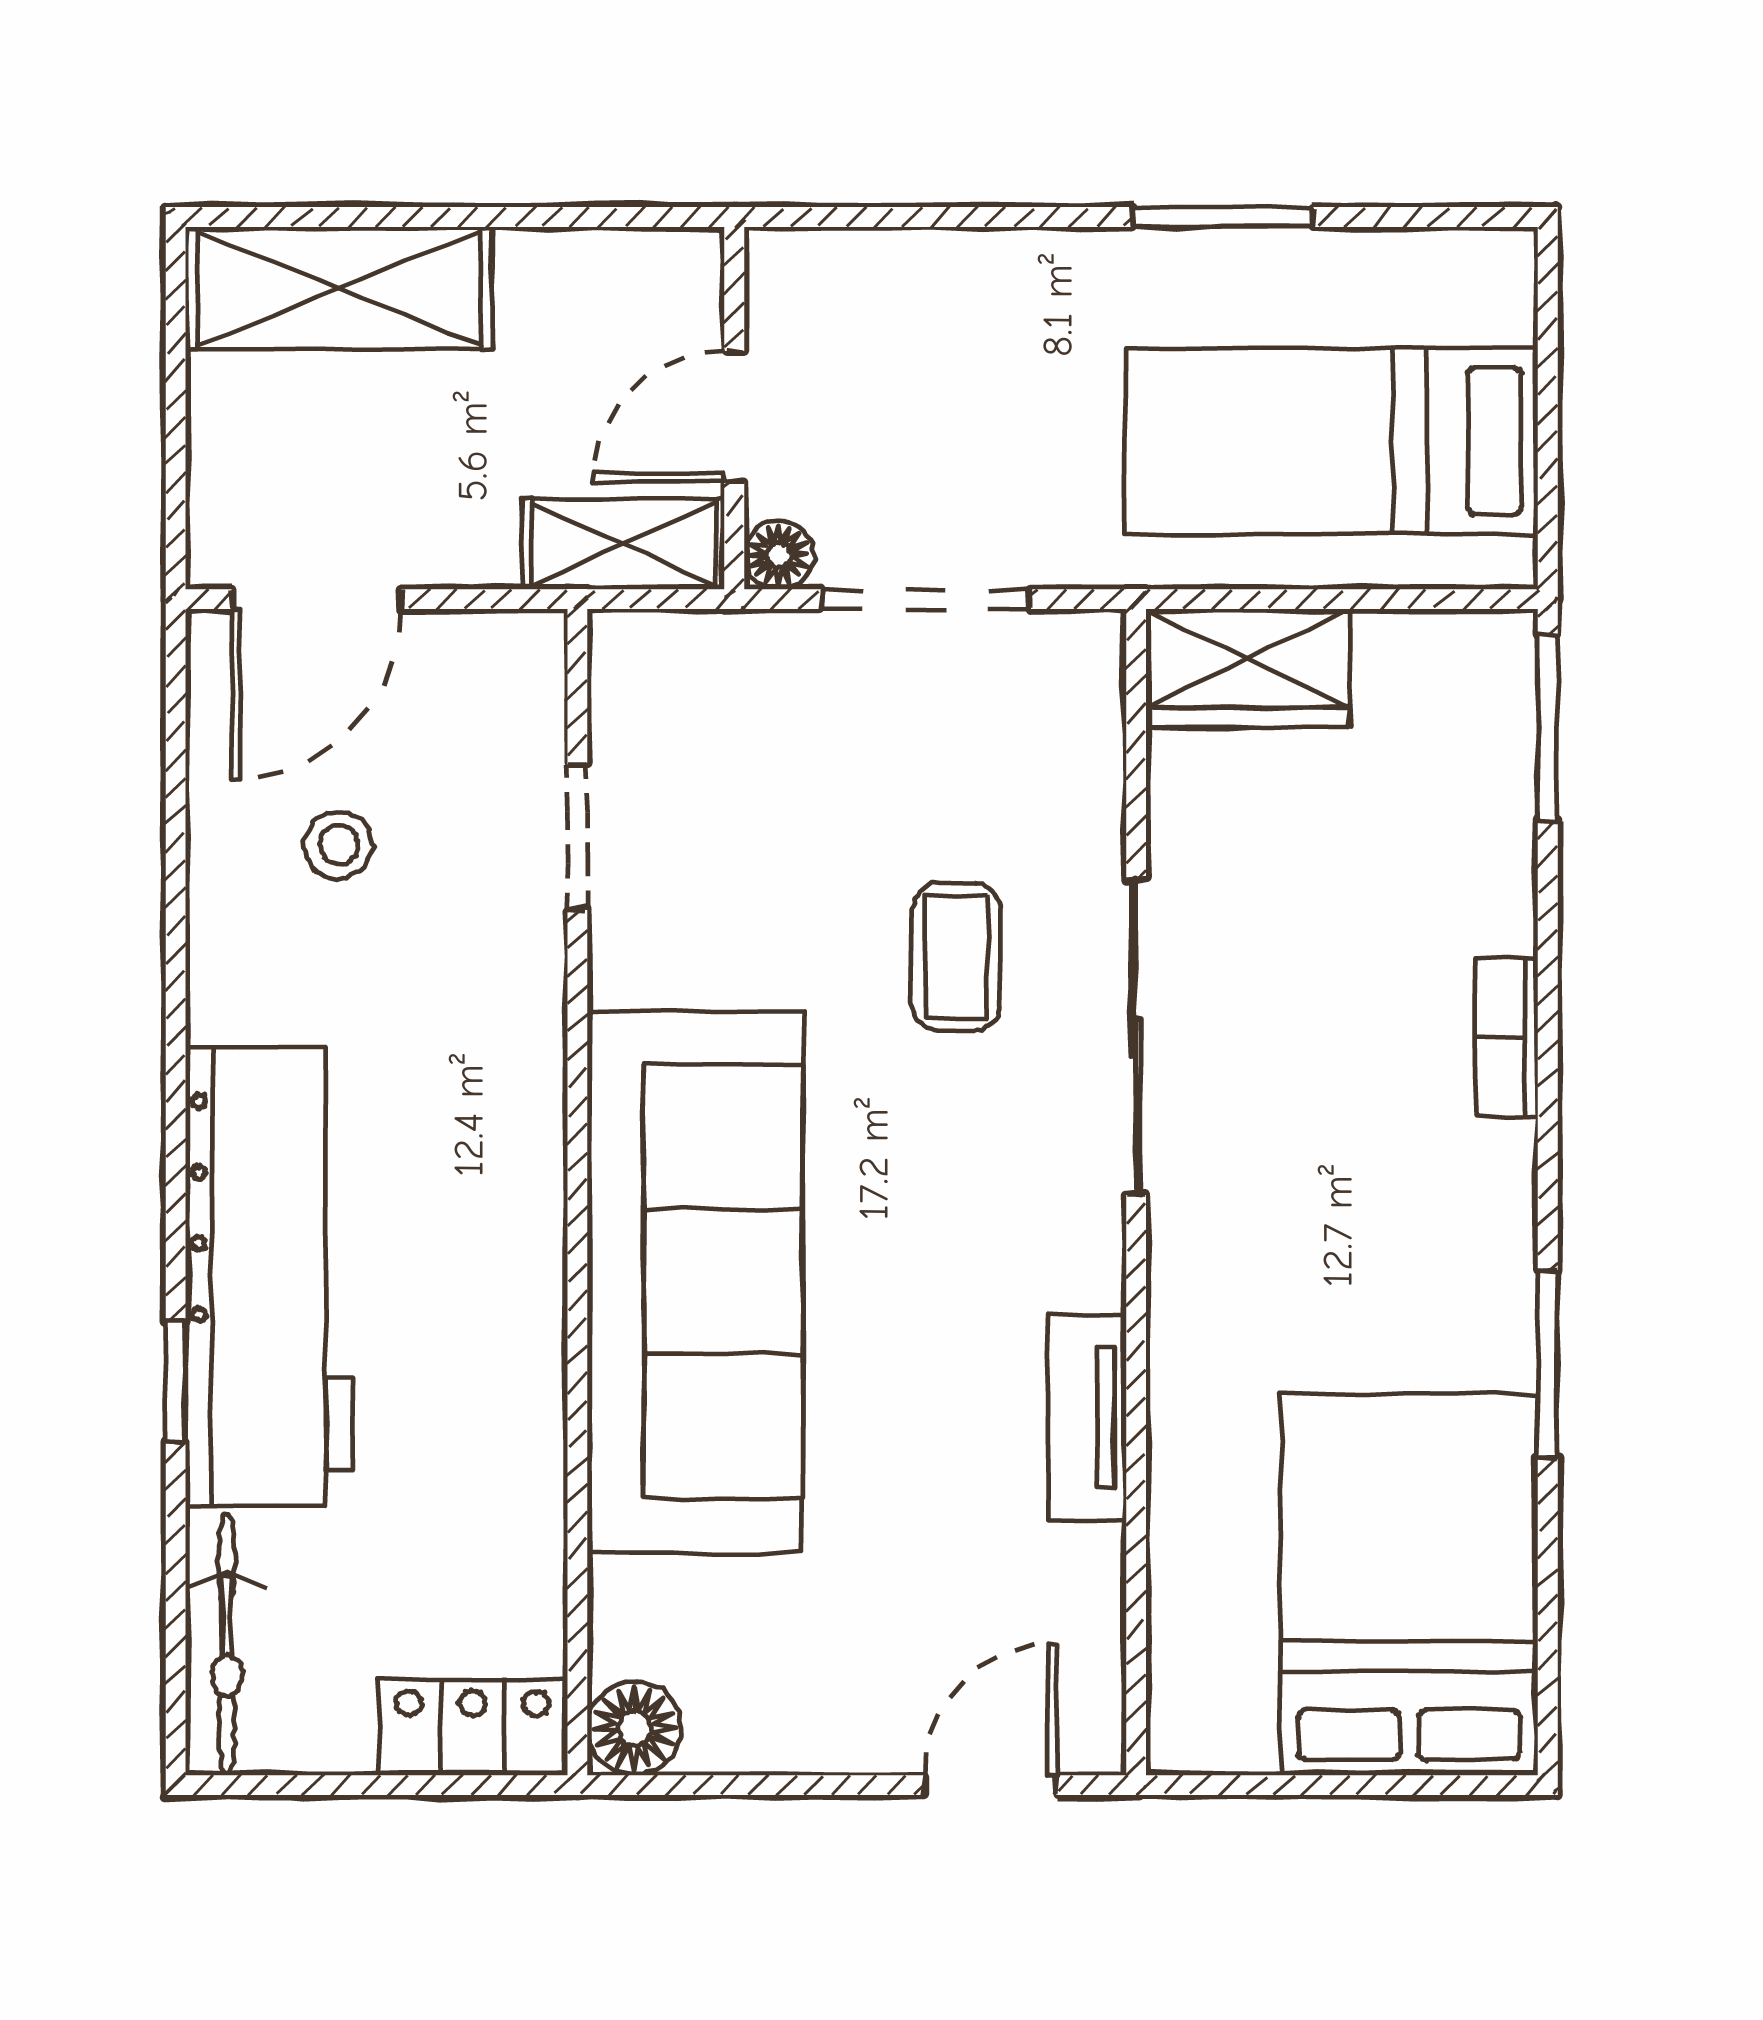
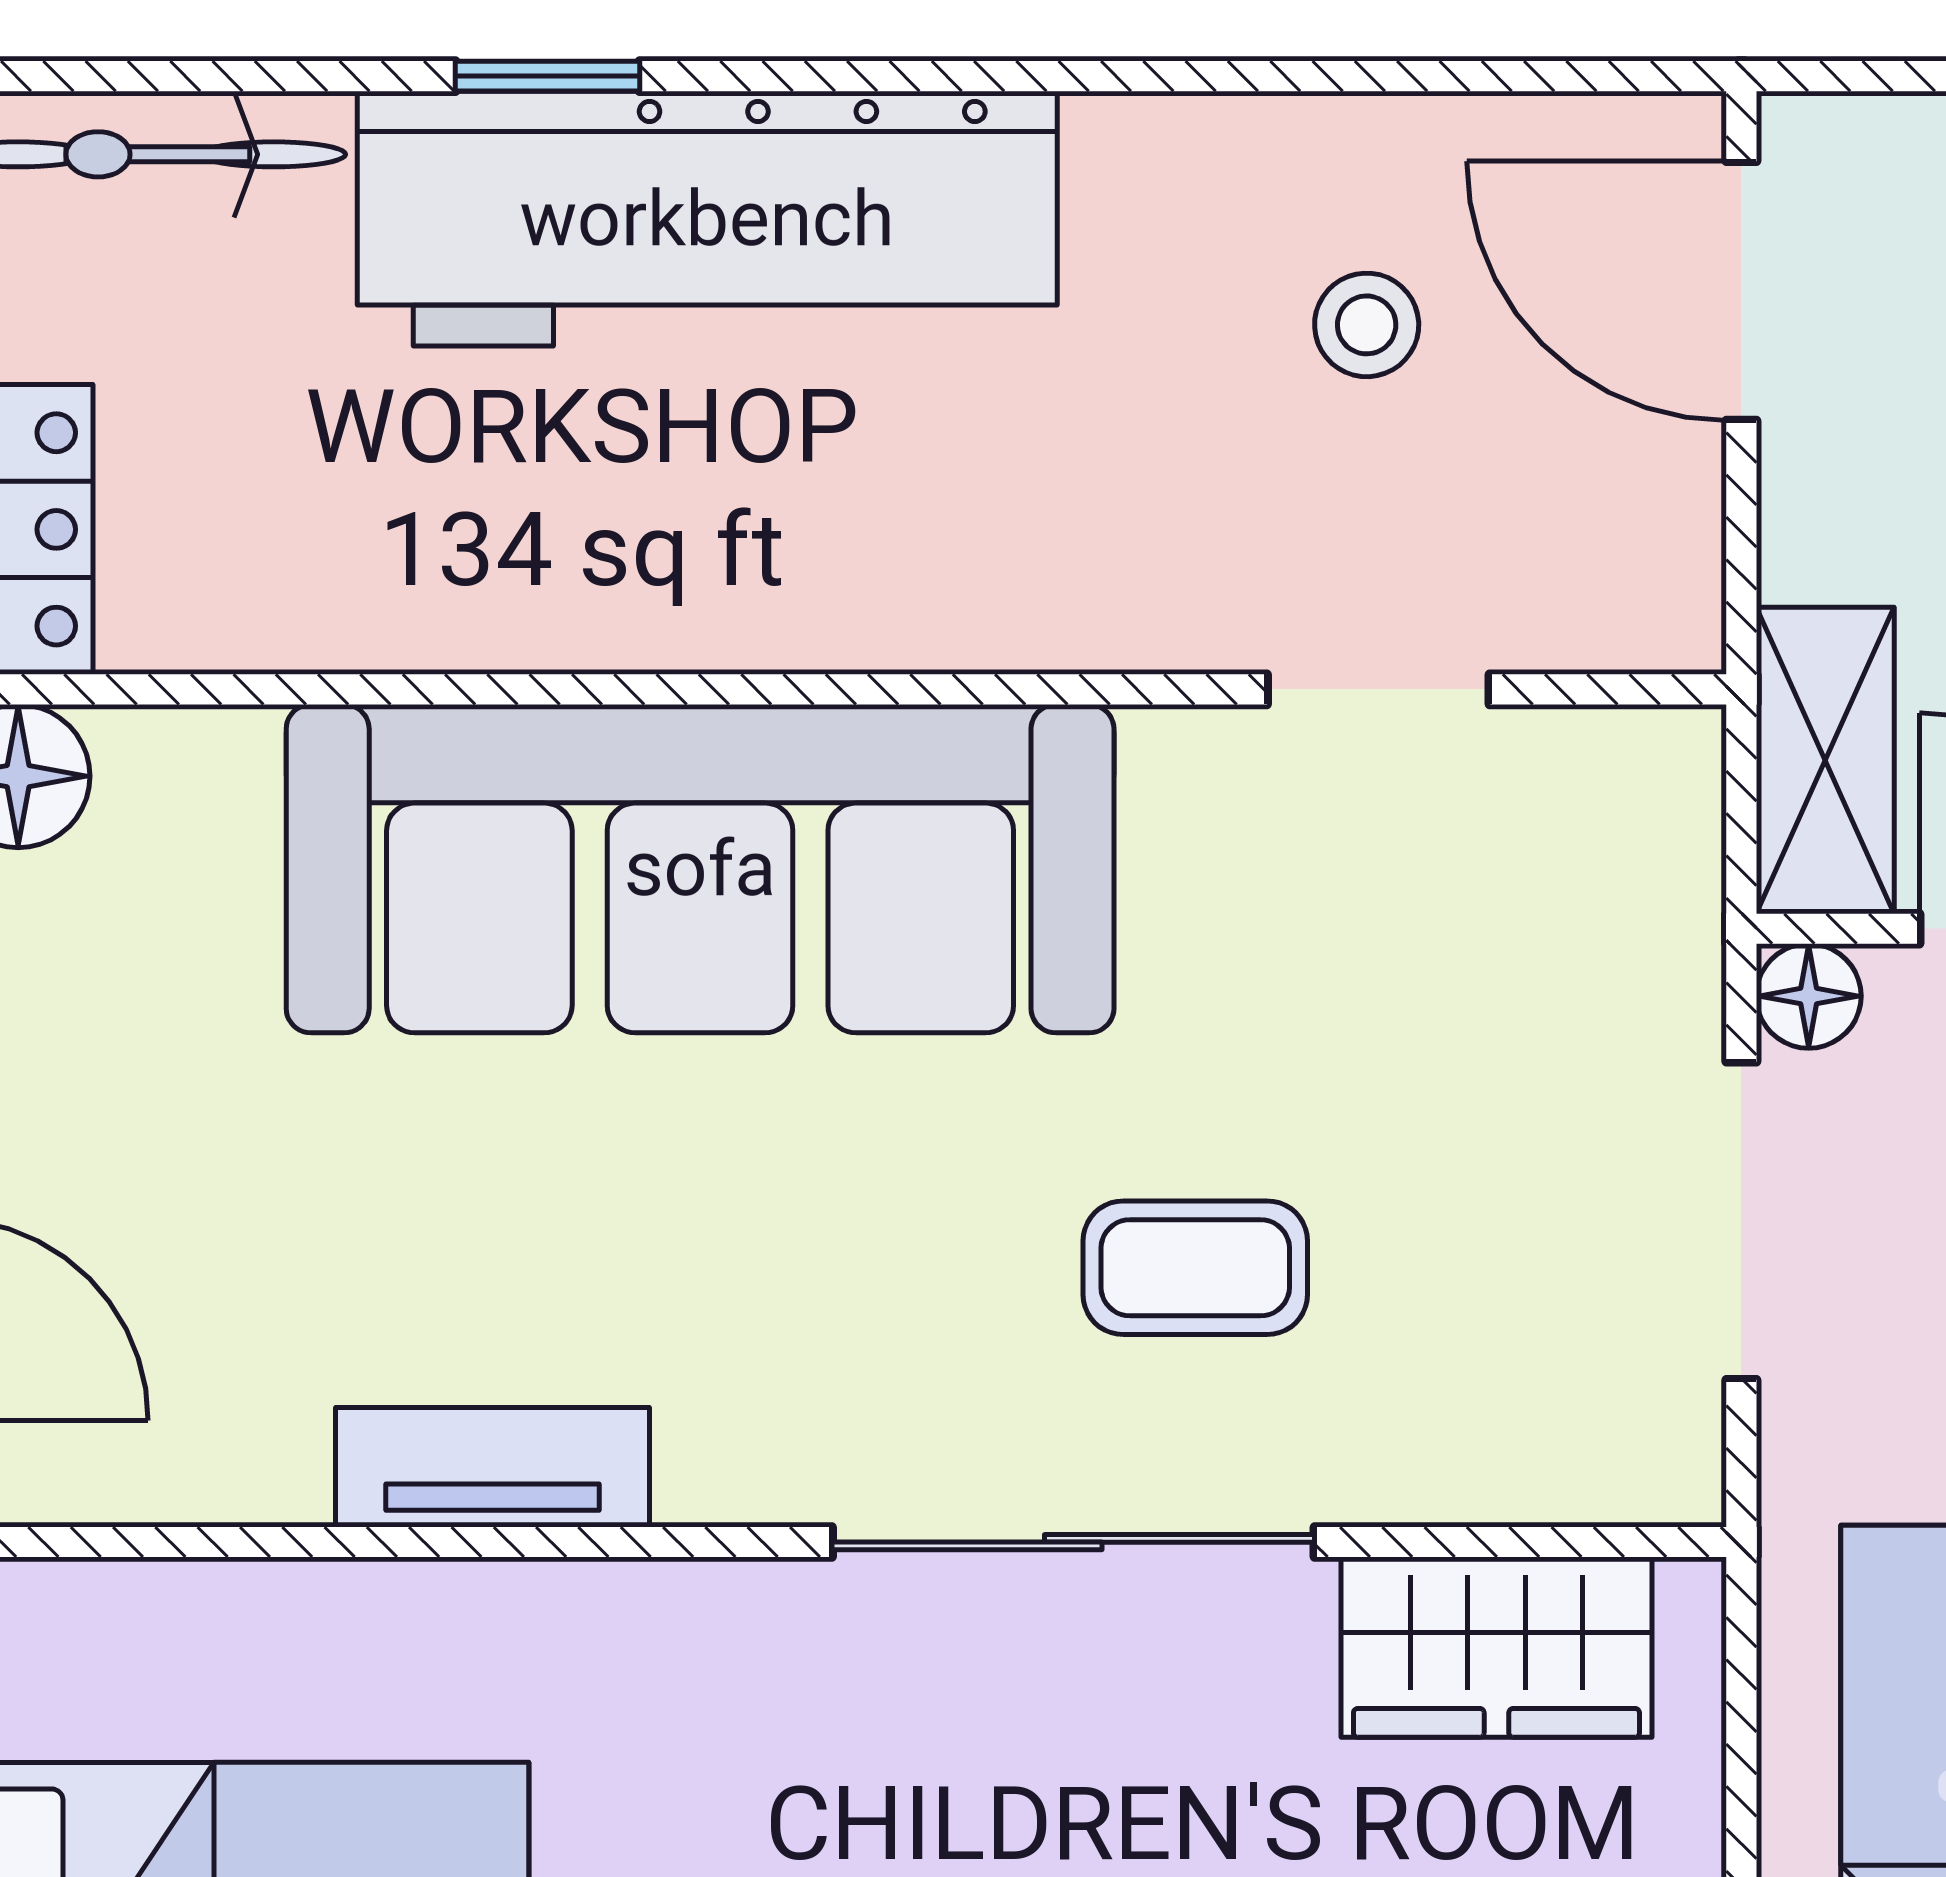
wardrobe: (1248, 668) -> (1496, 1647), moved, turned -90

